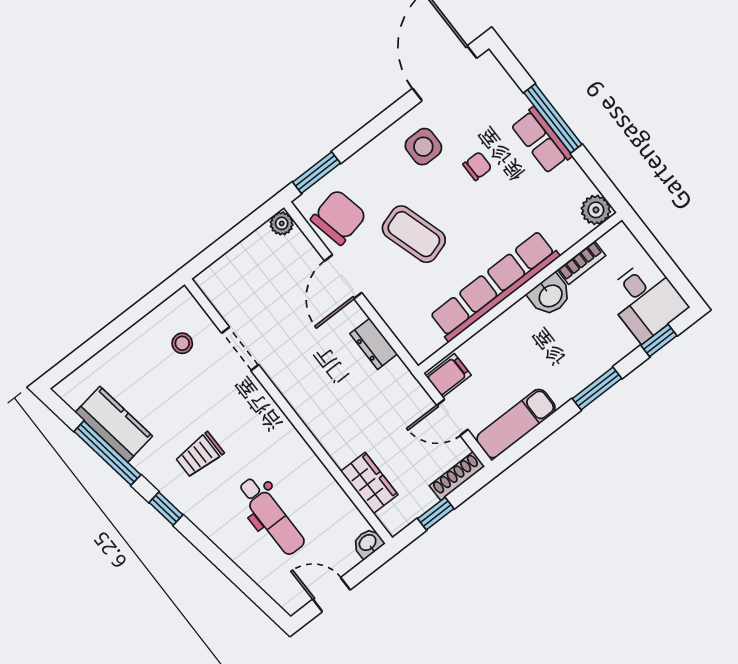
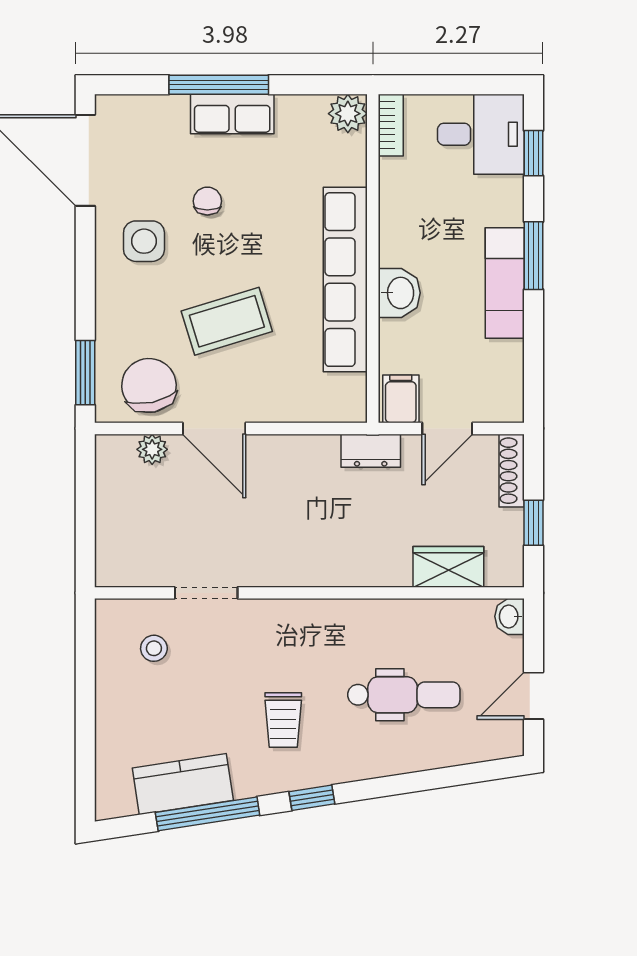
plant: (282, 223) -> (152, 449), moved
bookcase: (581, 263) -> (391, 125), moved
washbasin: (550, 295) -> (399, 293), moved
dresser: (374, 344) -> (371, 451), moved
exam couch: (516, 424) -> (505, 283), moved

